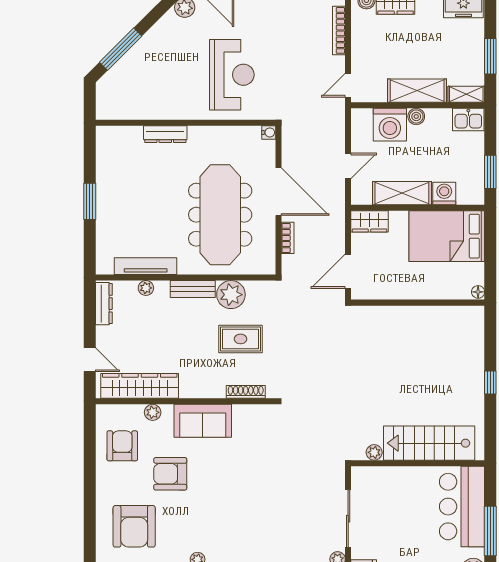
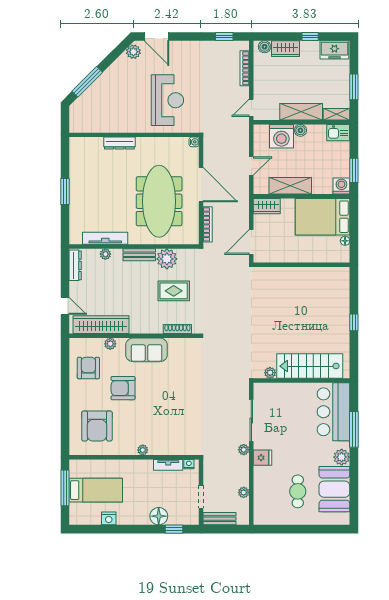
washing machine: (444, 194) -> (341, 186), moved
bookcase: (288, 238) -> (208, 224), width x1.56
floor lamp: (478, 292) -> (345, 241), moved

